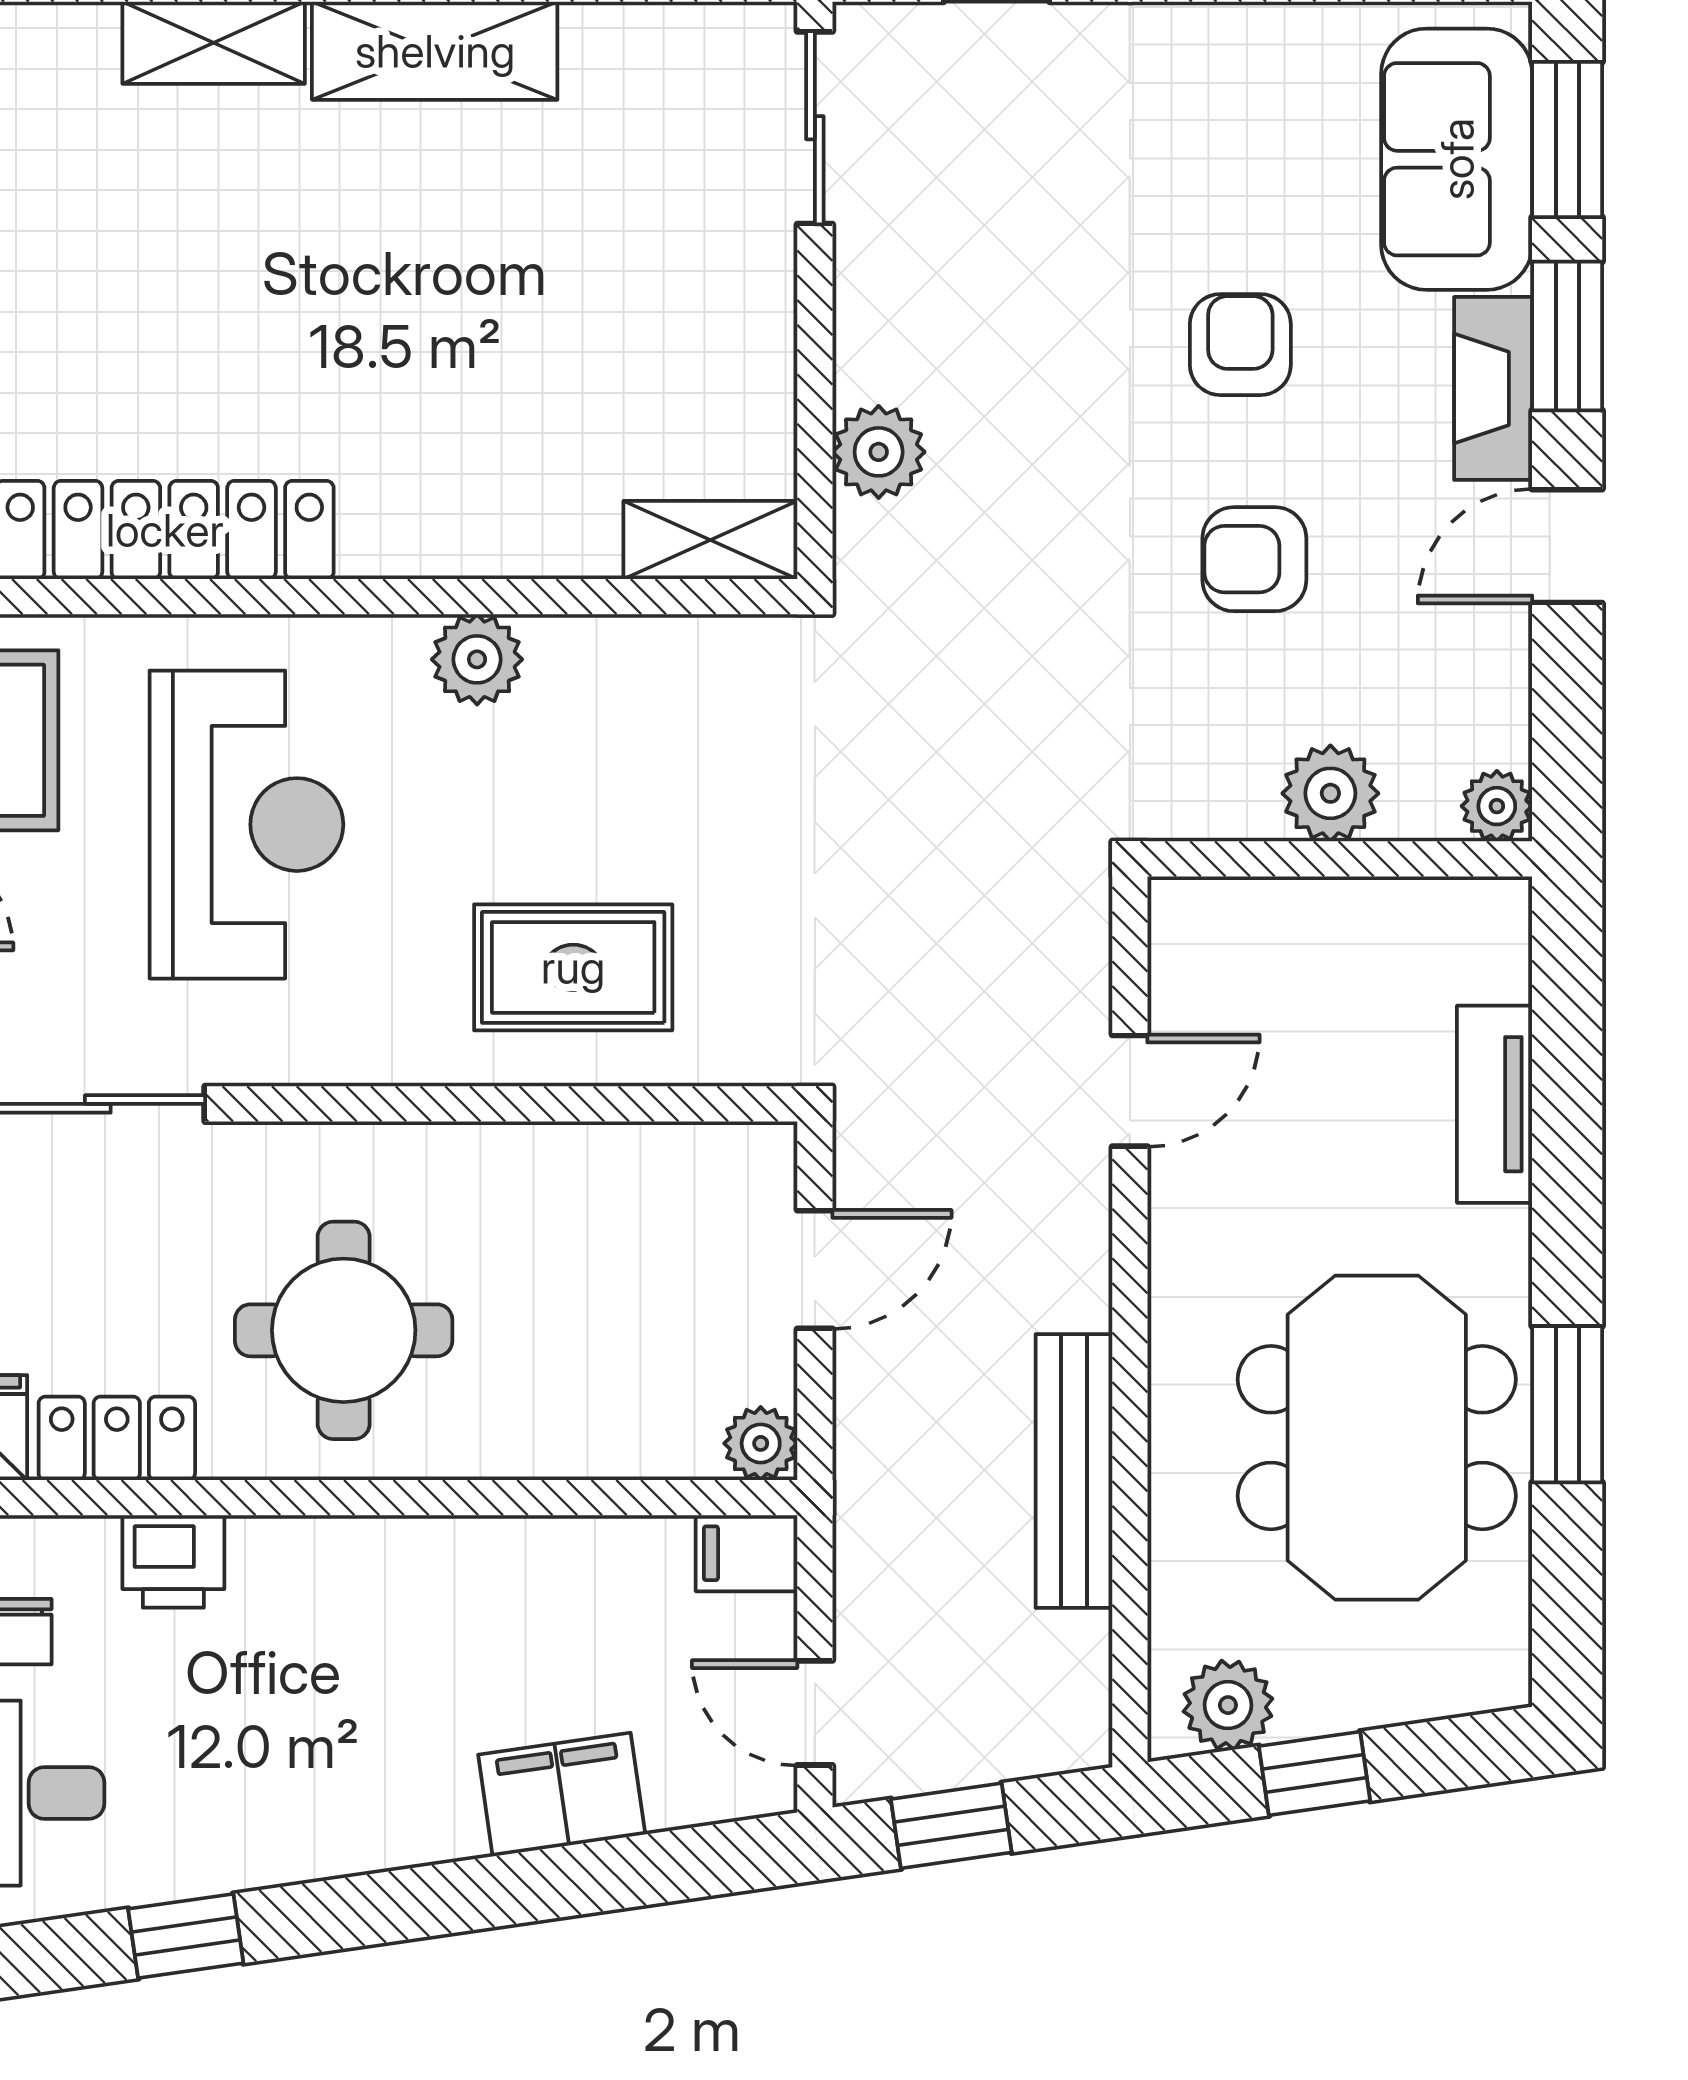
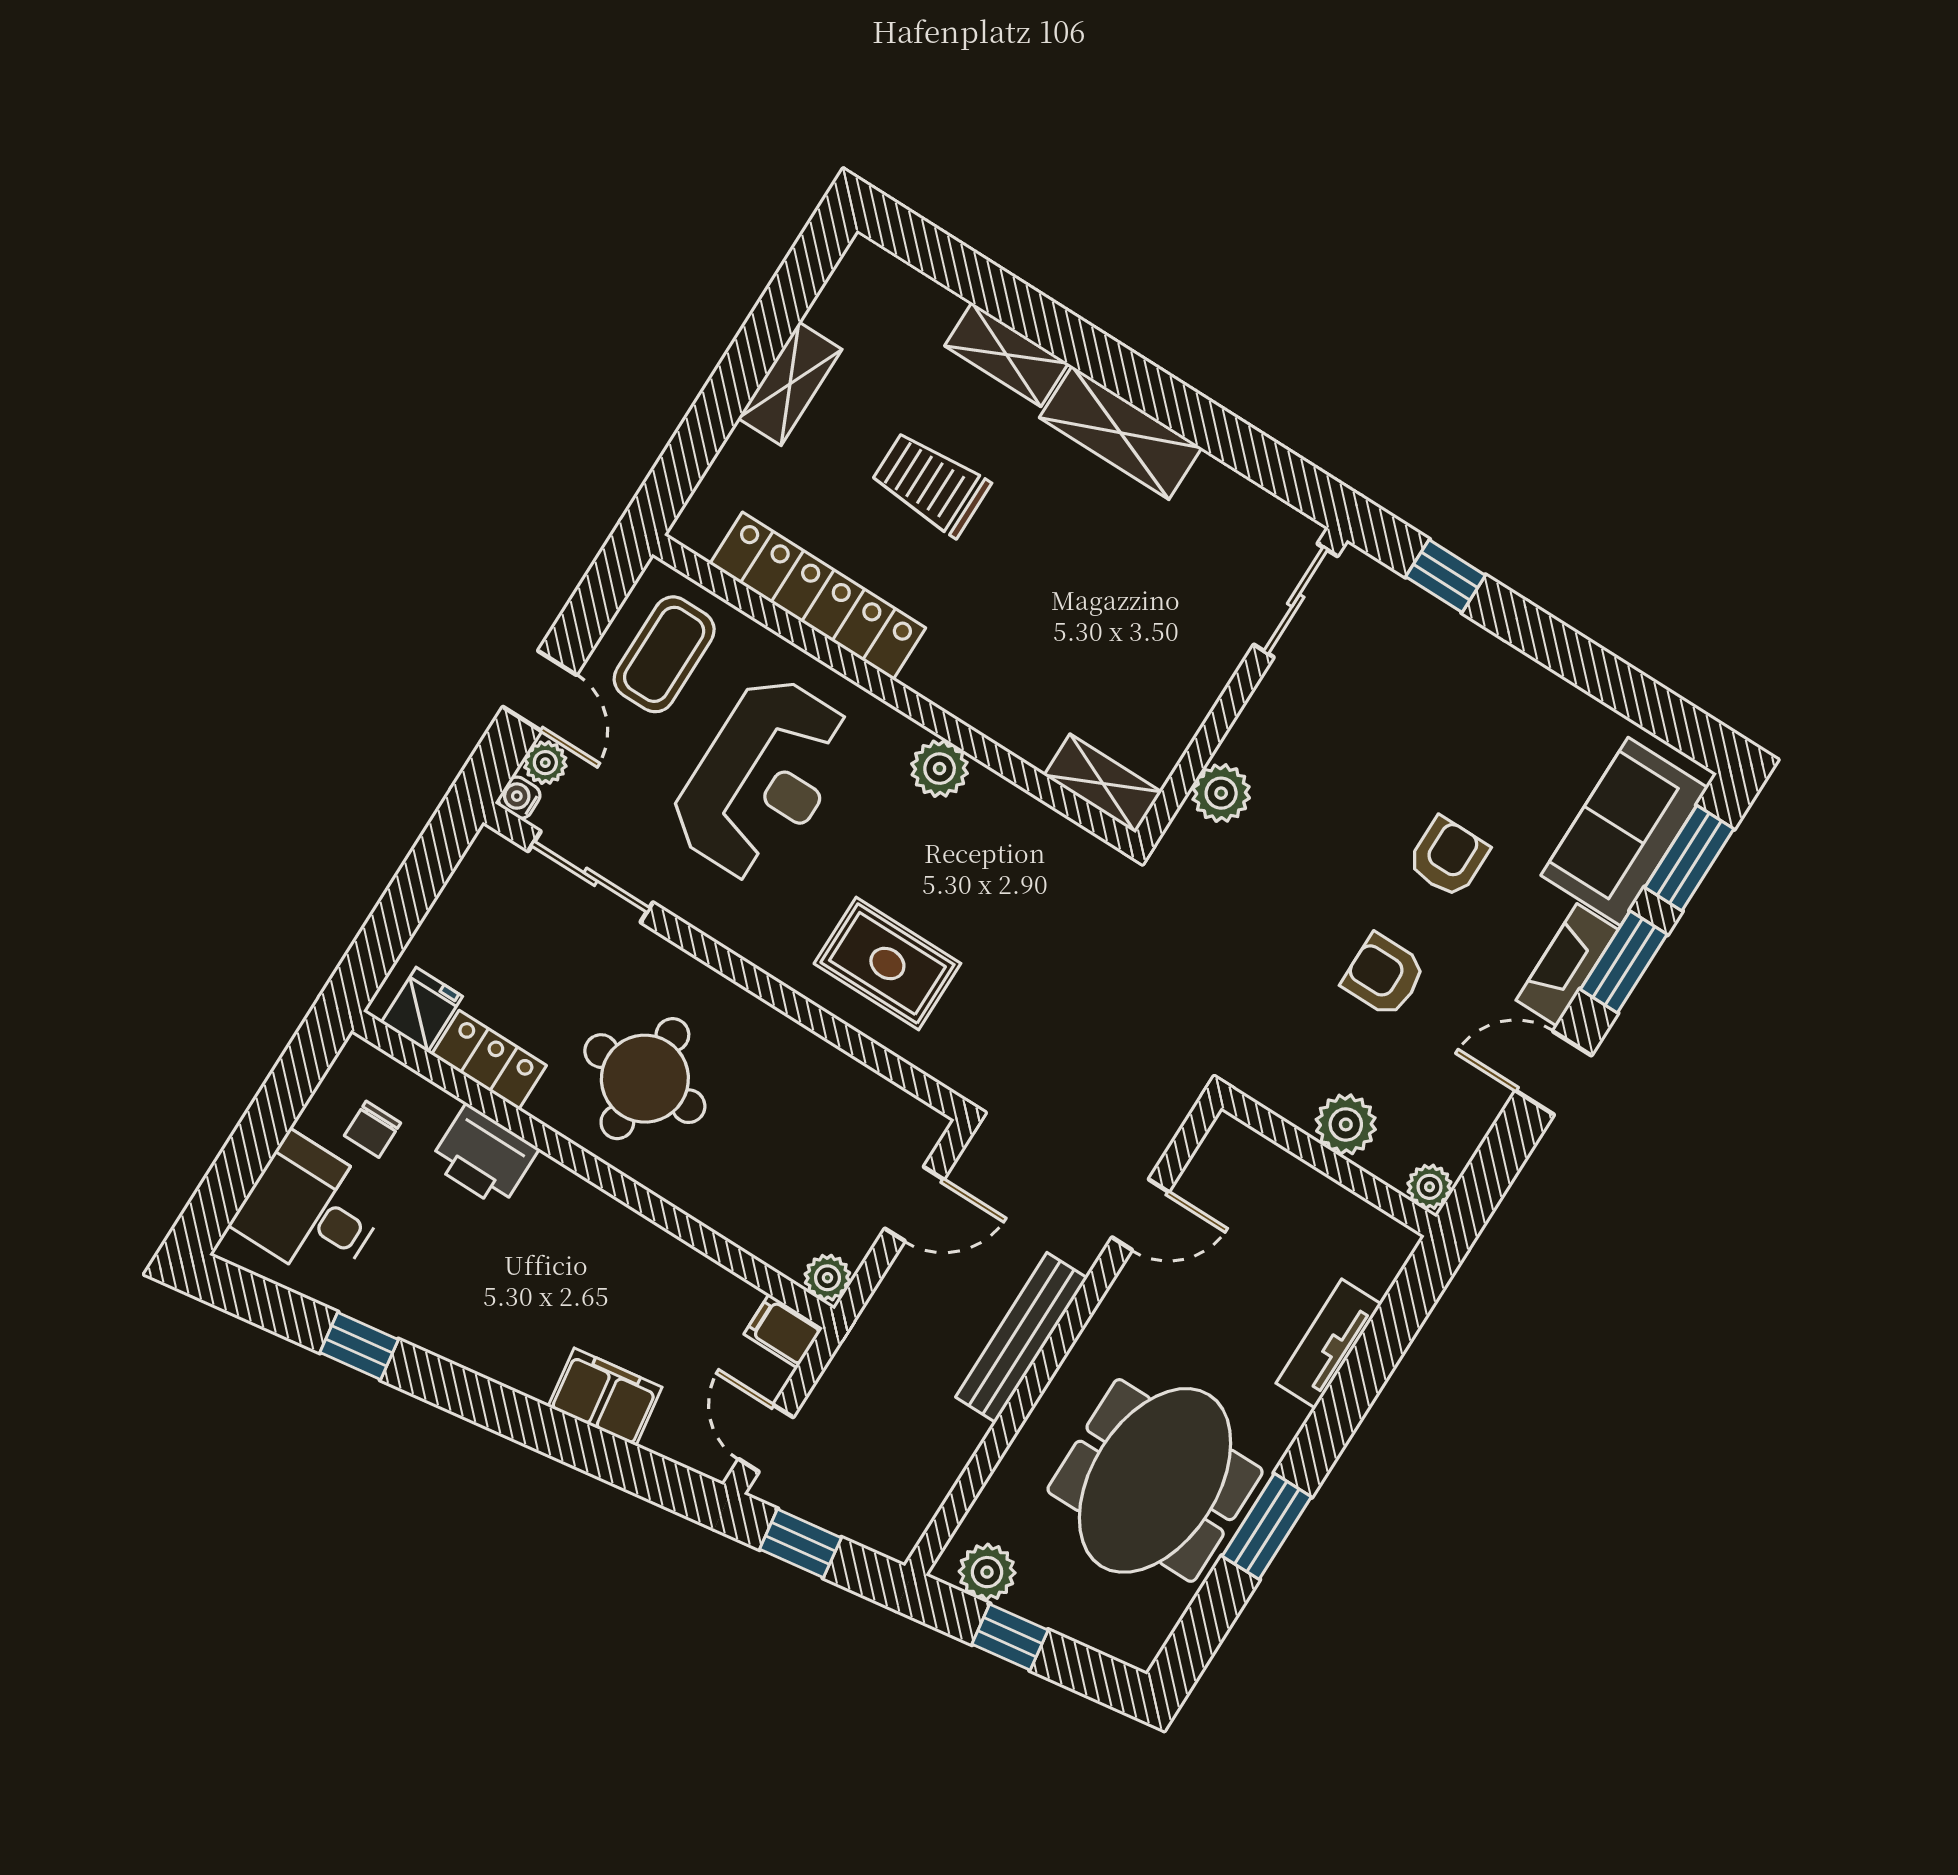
trolley: (221, 282) -> (931, 484), added
bench: (1074, 1471) -> (1021, 1338), moved
printer: (173, 1561) -> (484, 1156), width x1.36, depth x1.24

